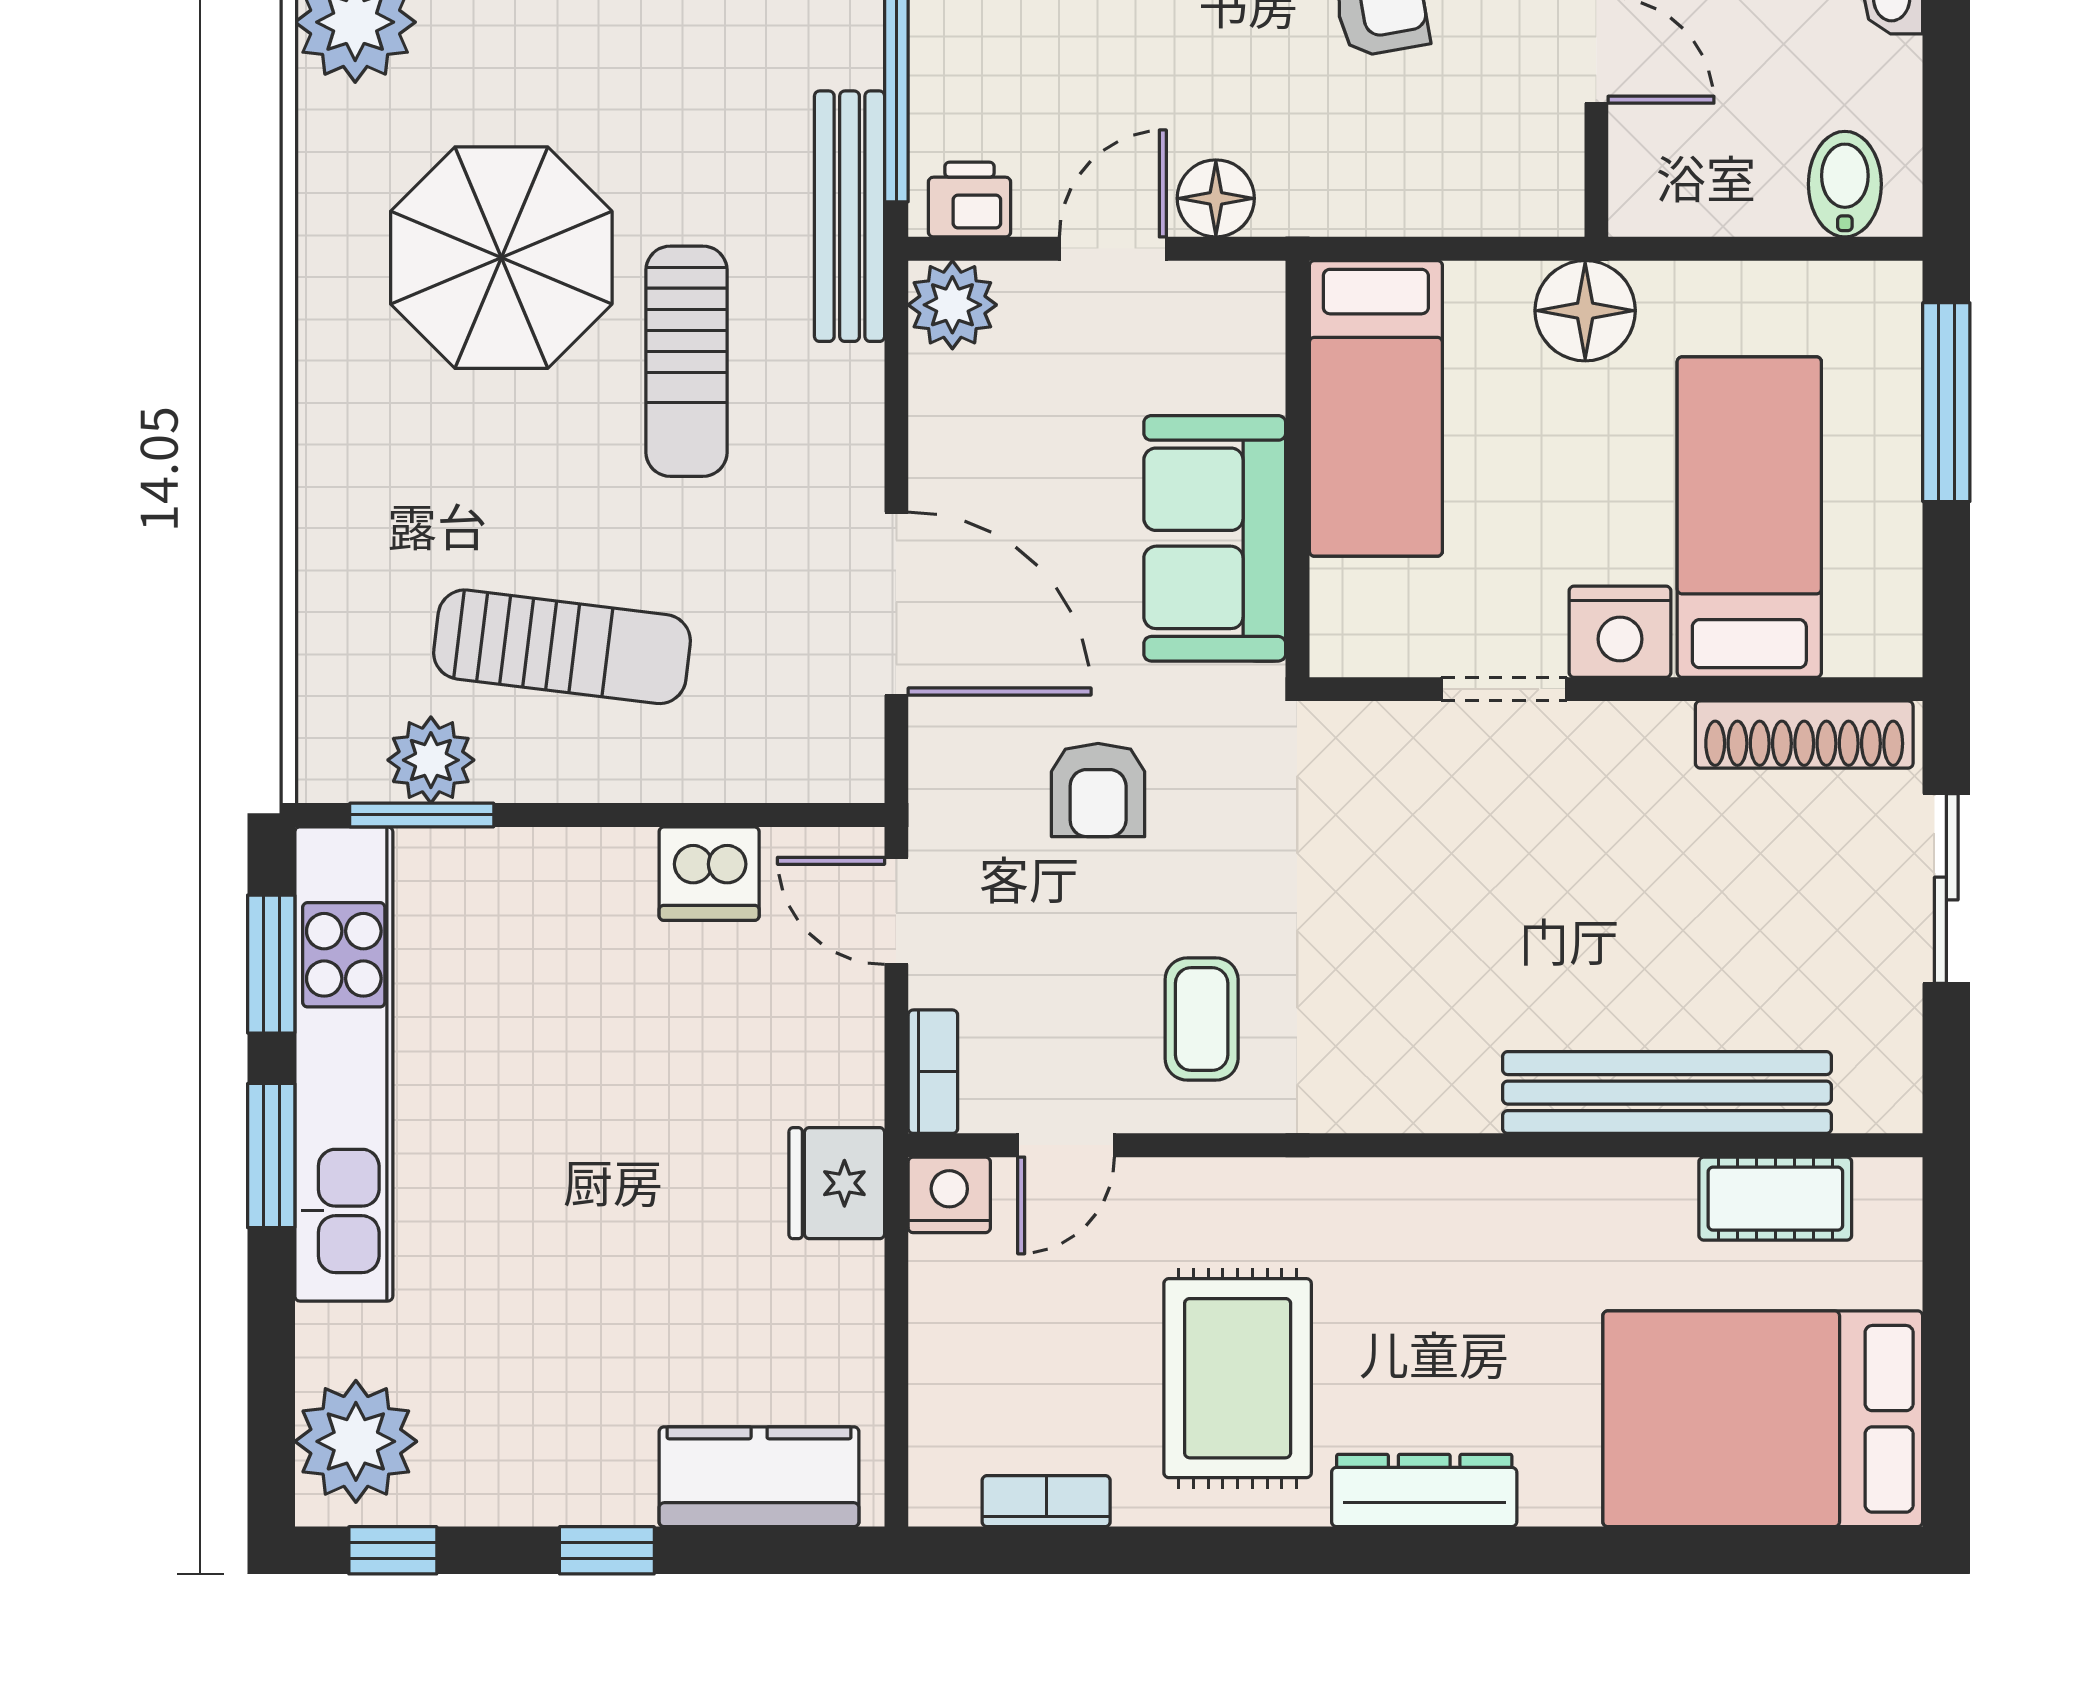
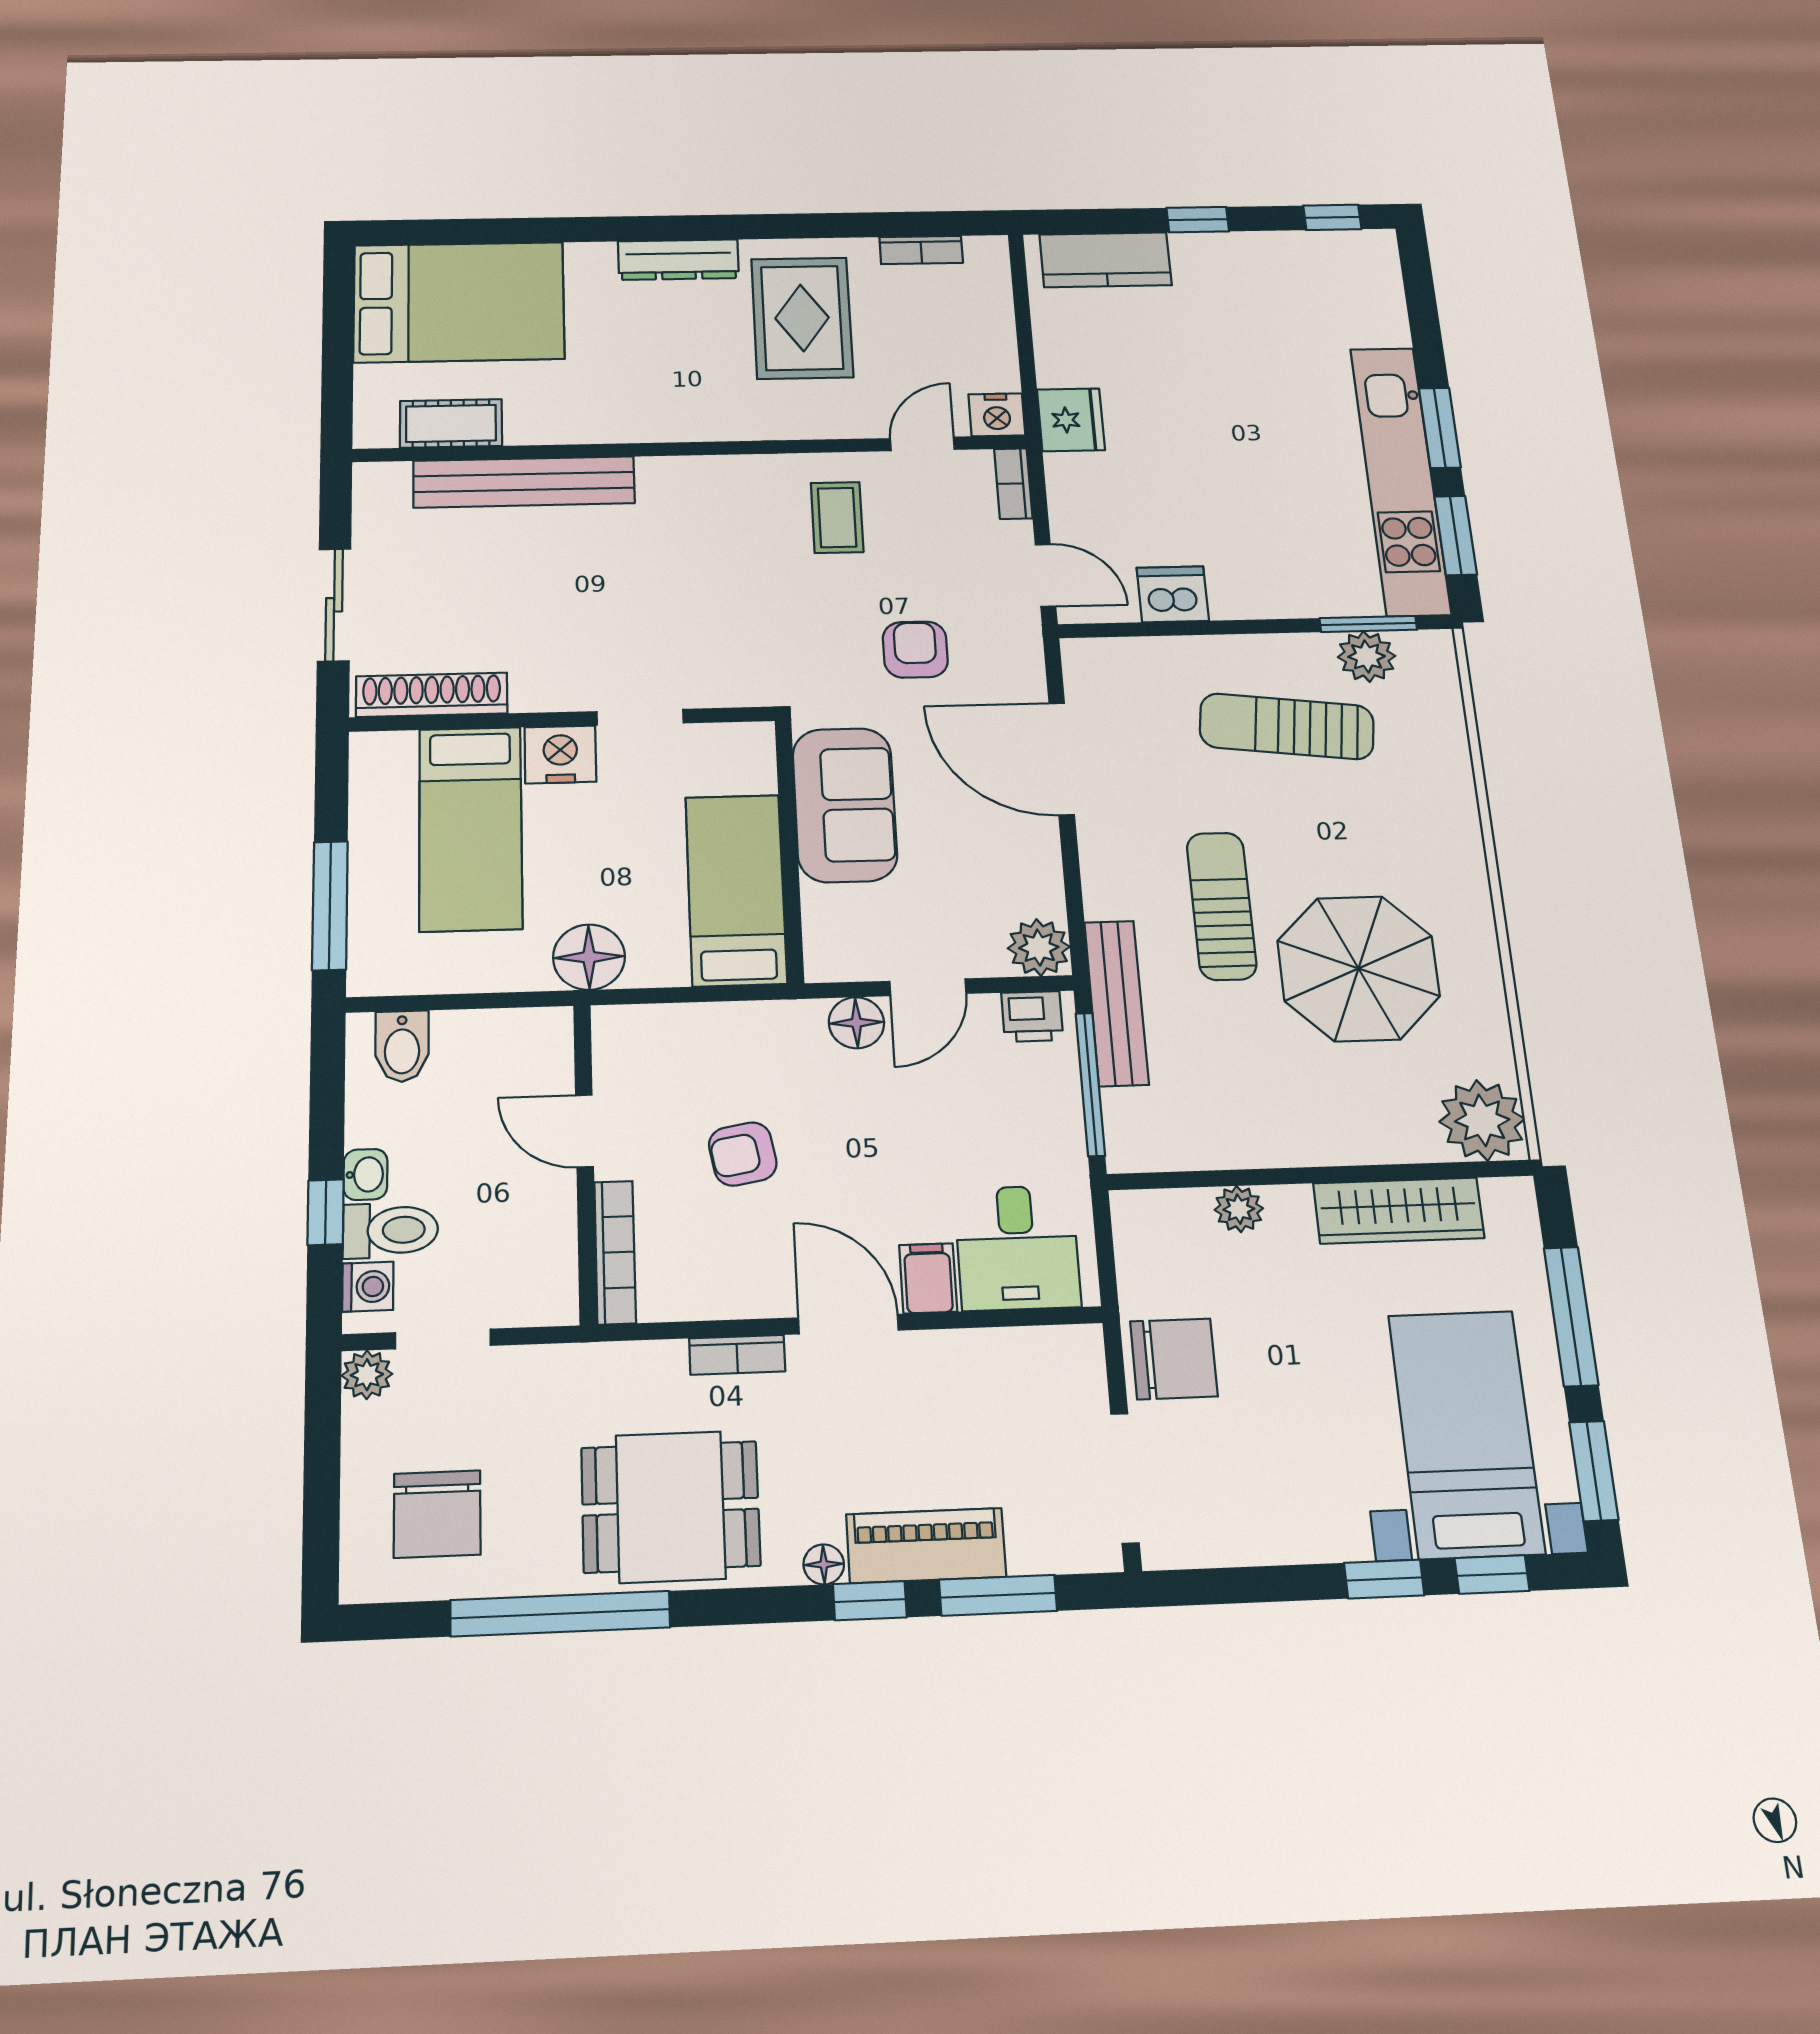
plant: (356, 1441) -> (1364, 274), removed

